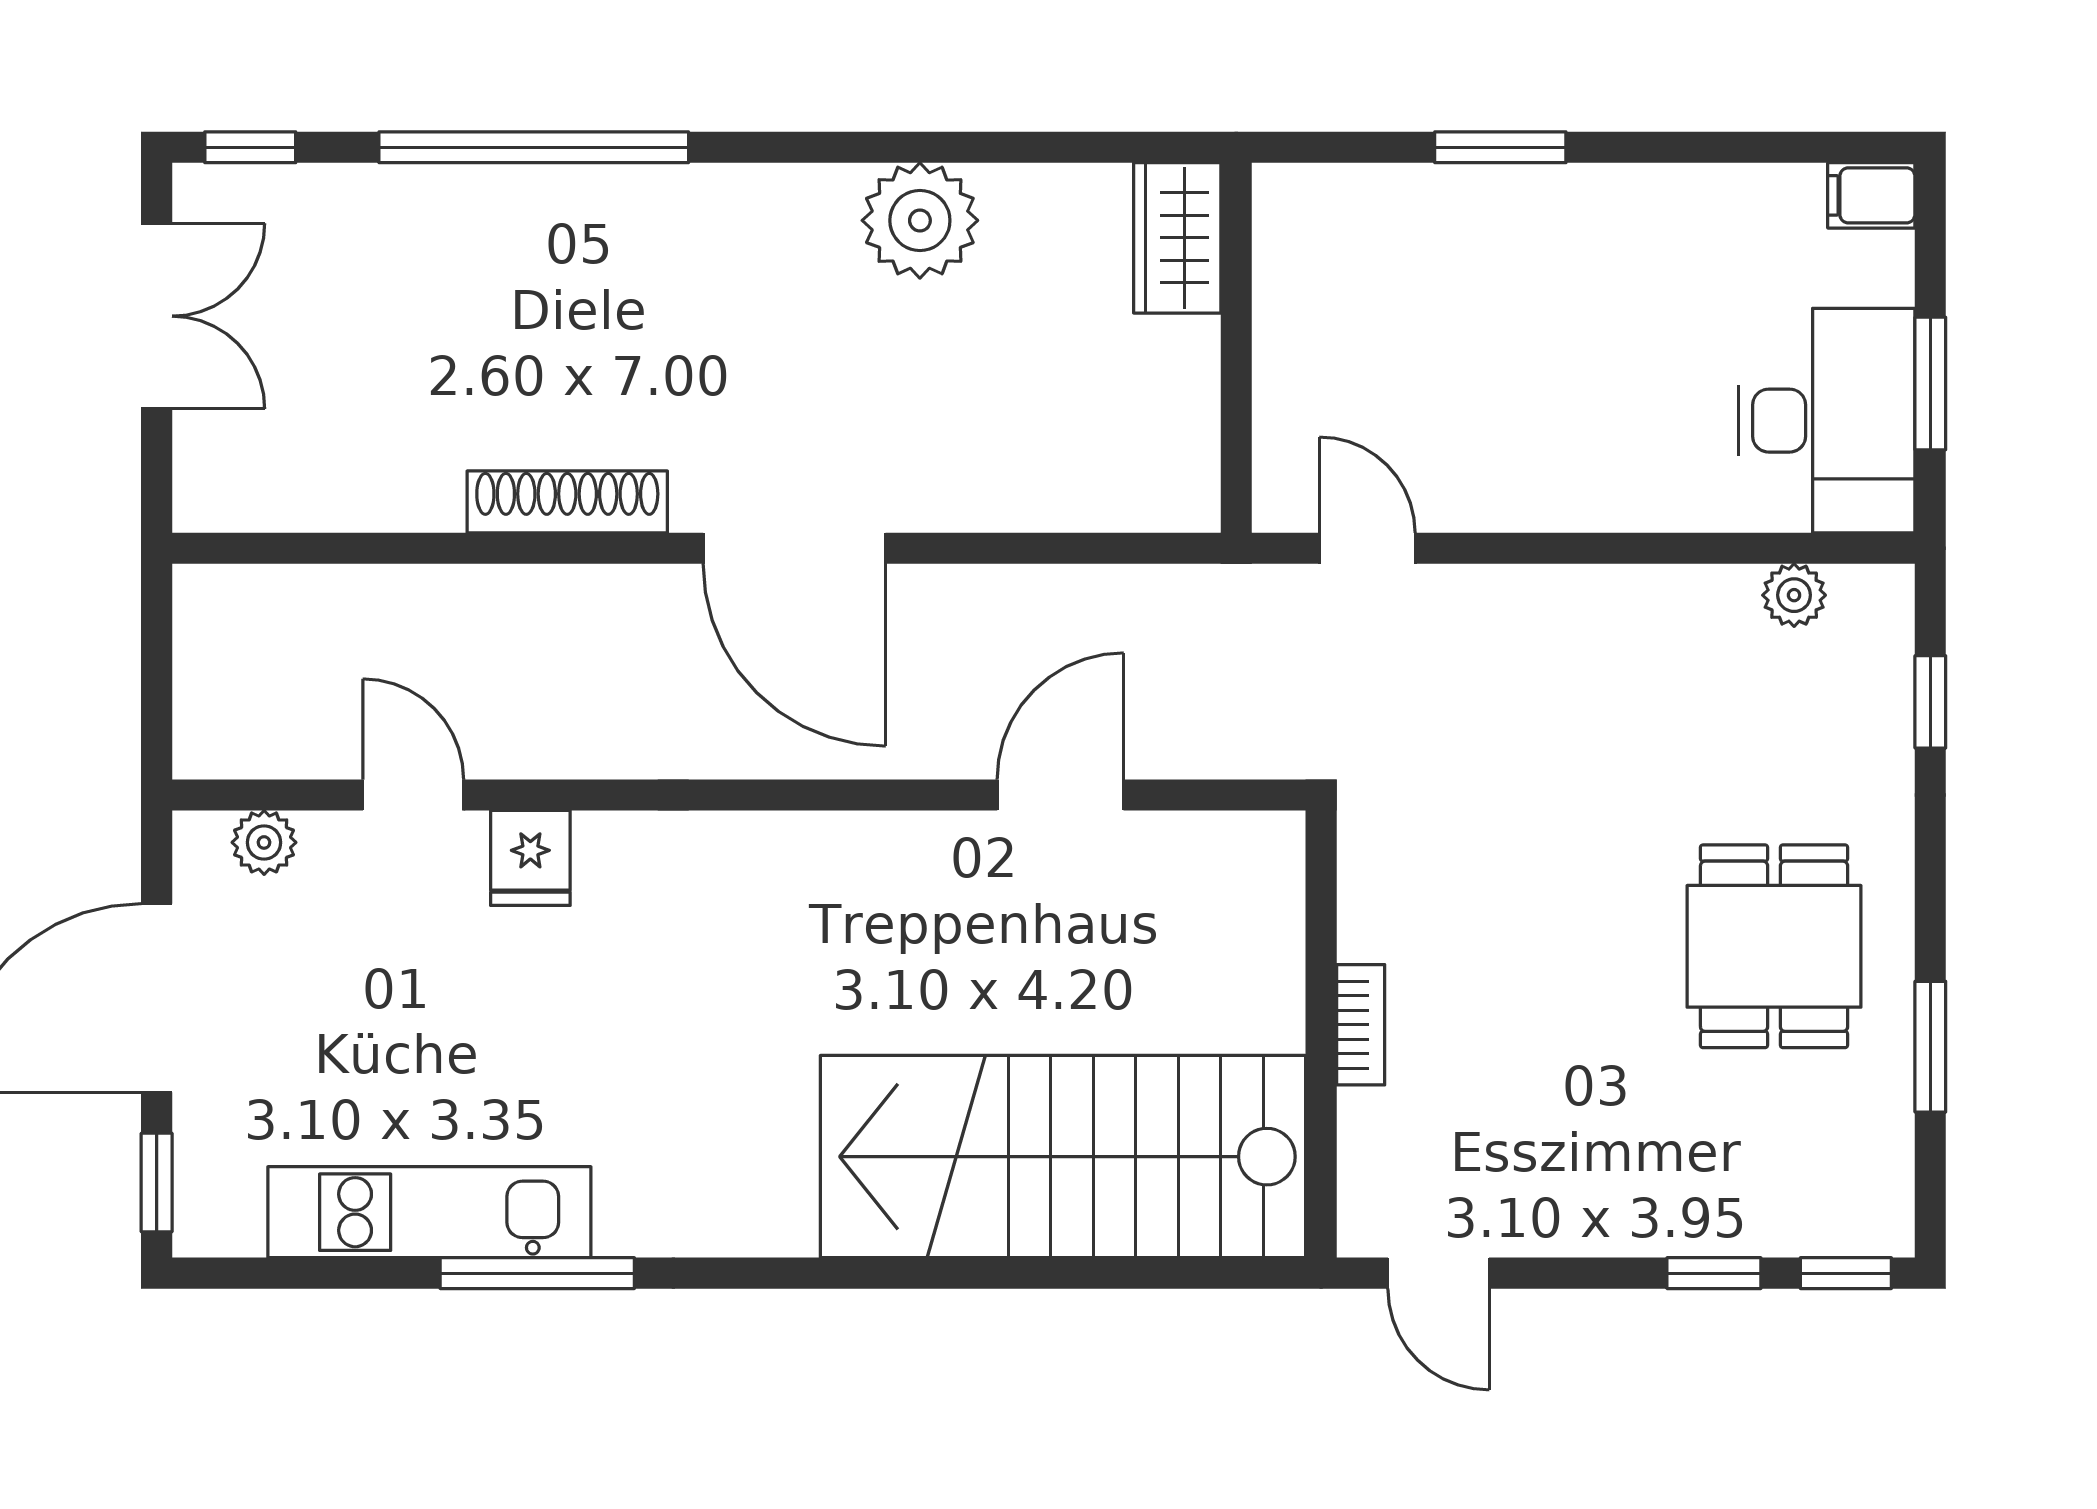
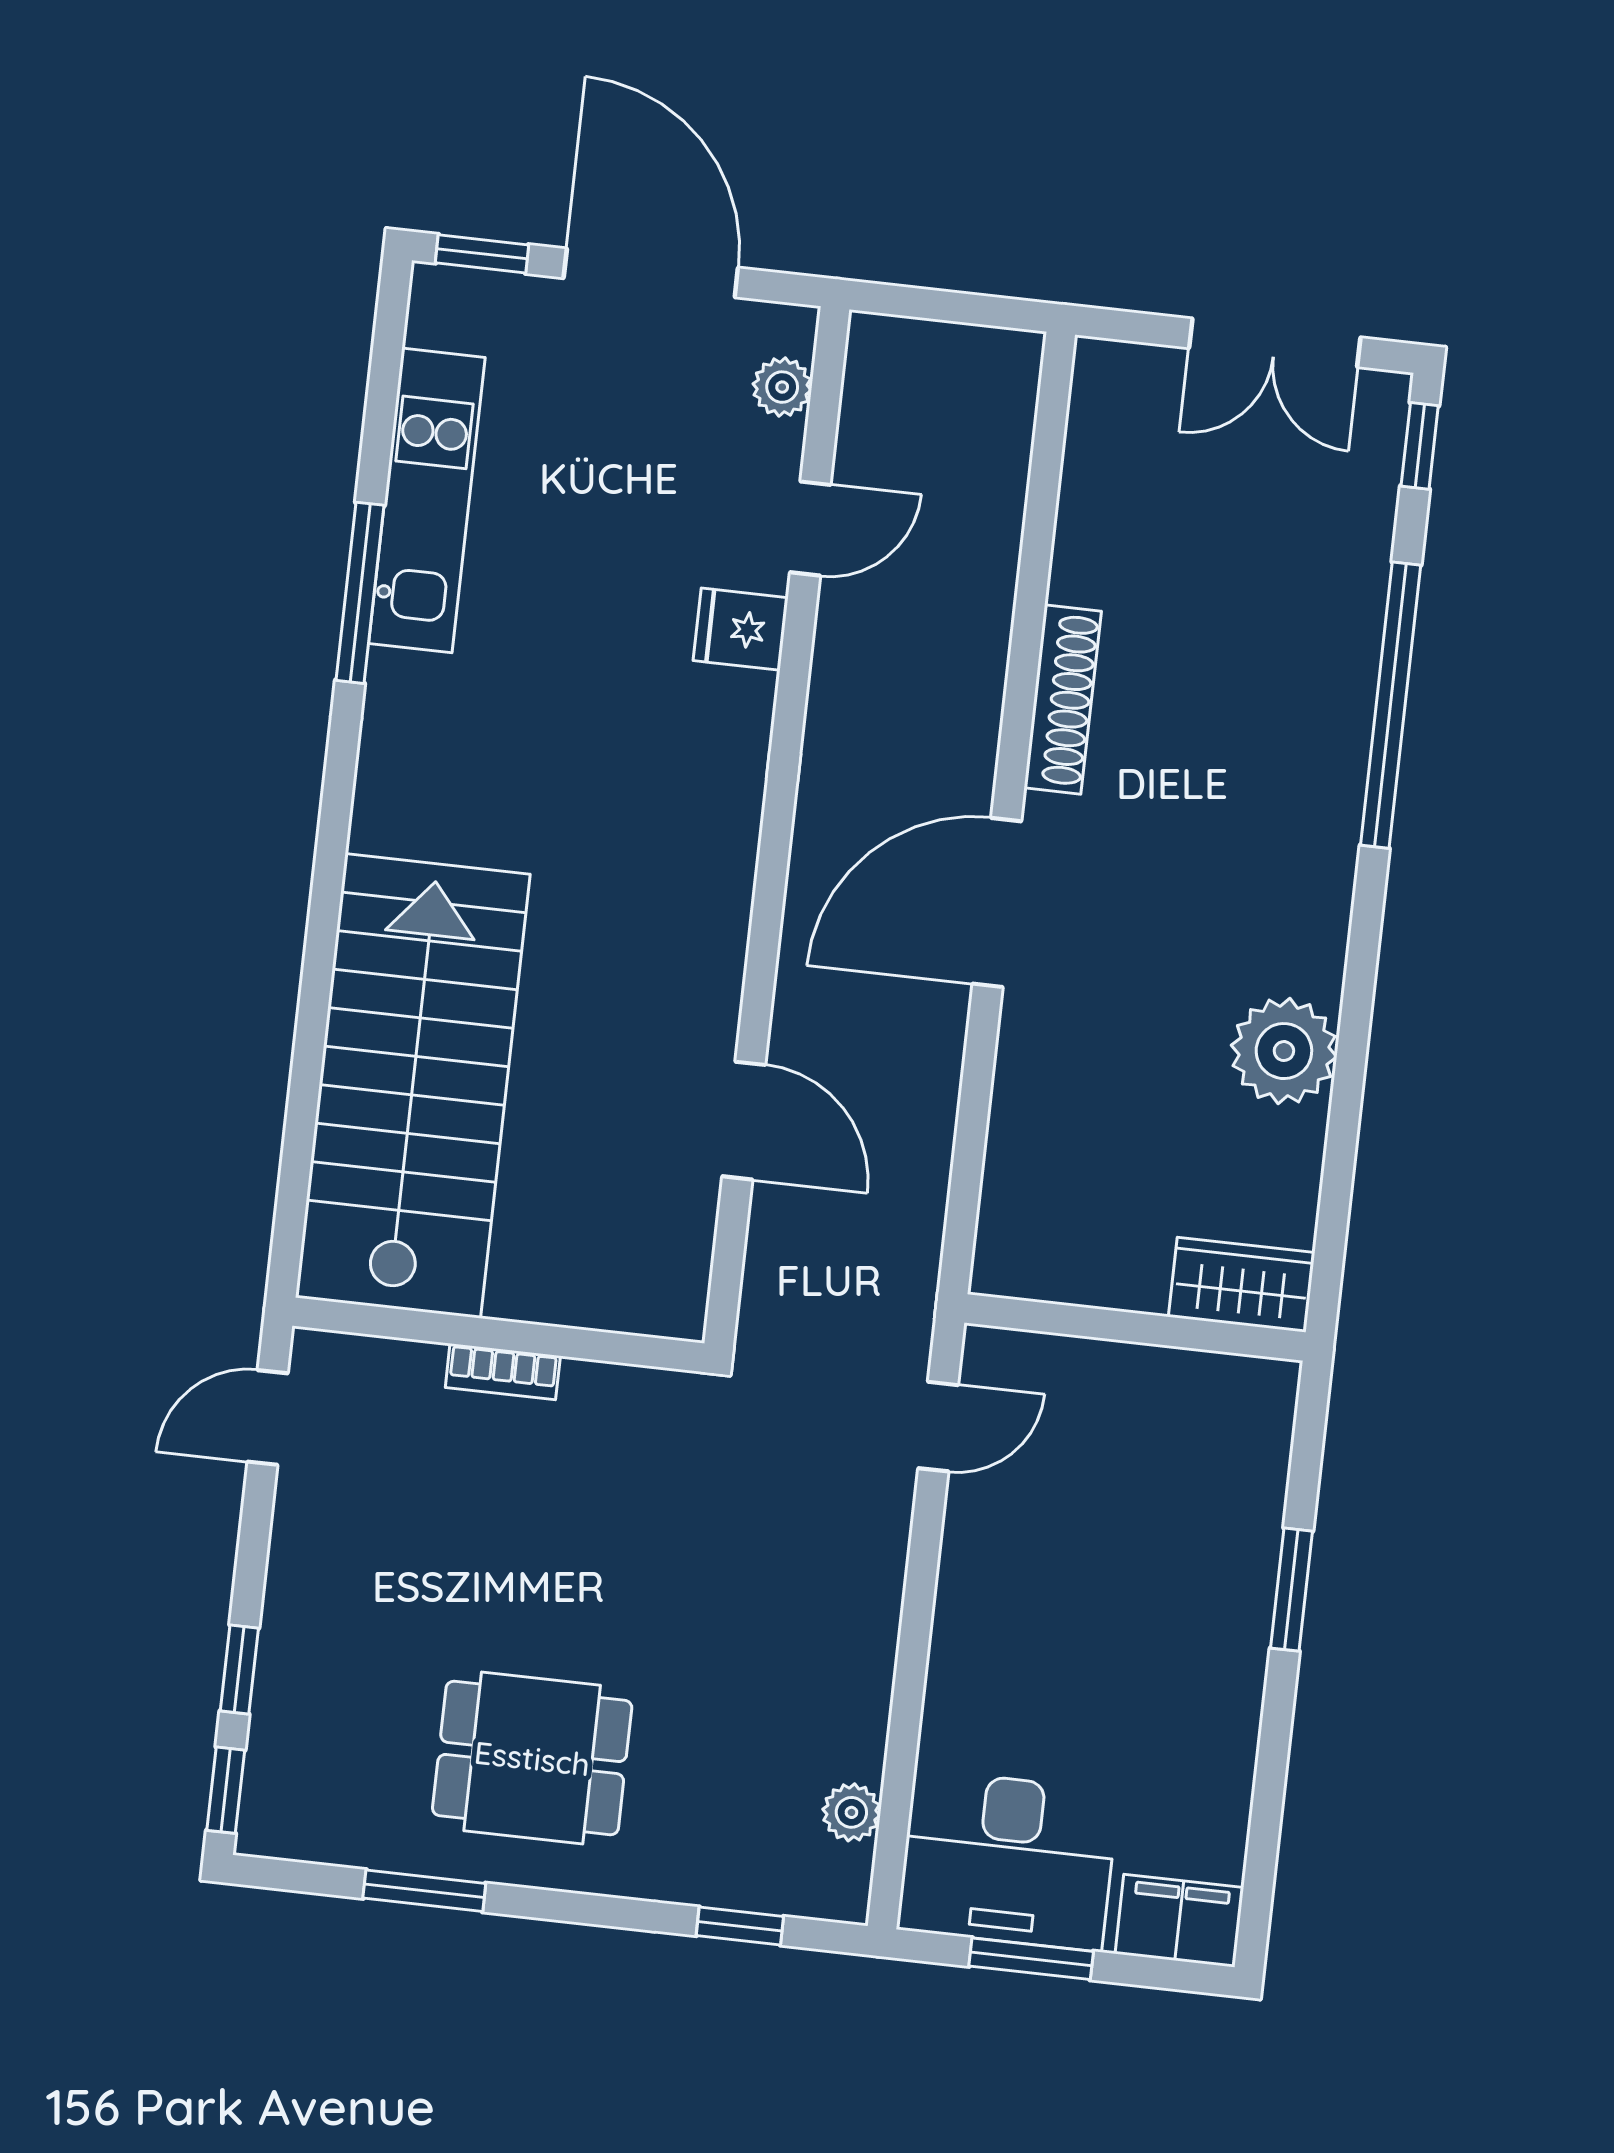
filing cabinet: (1871, 195) -> (1179, 1921), width x2.00

